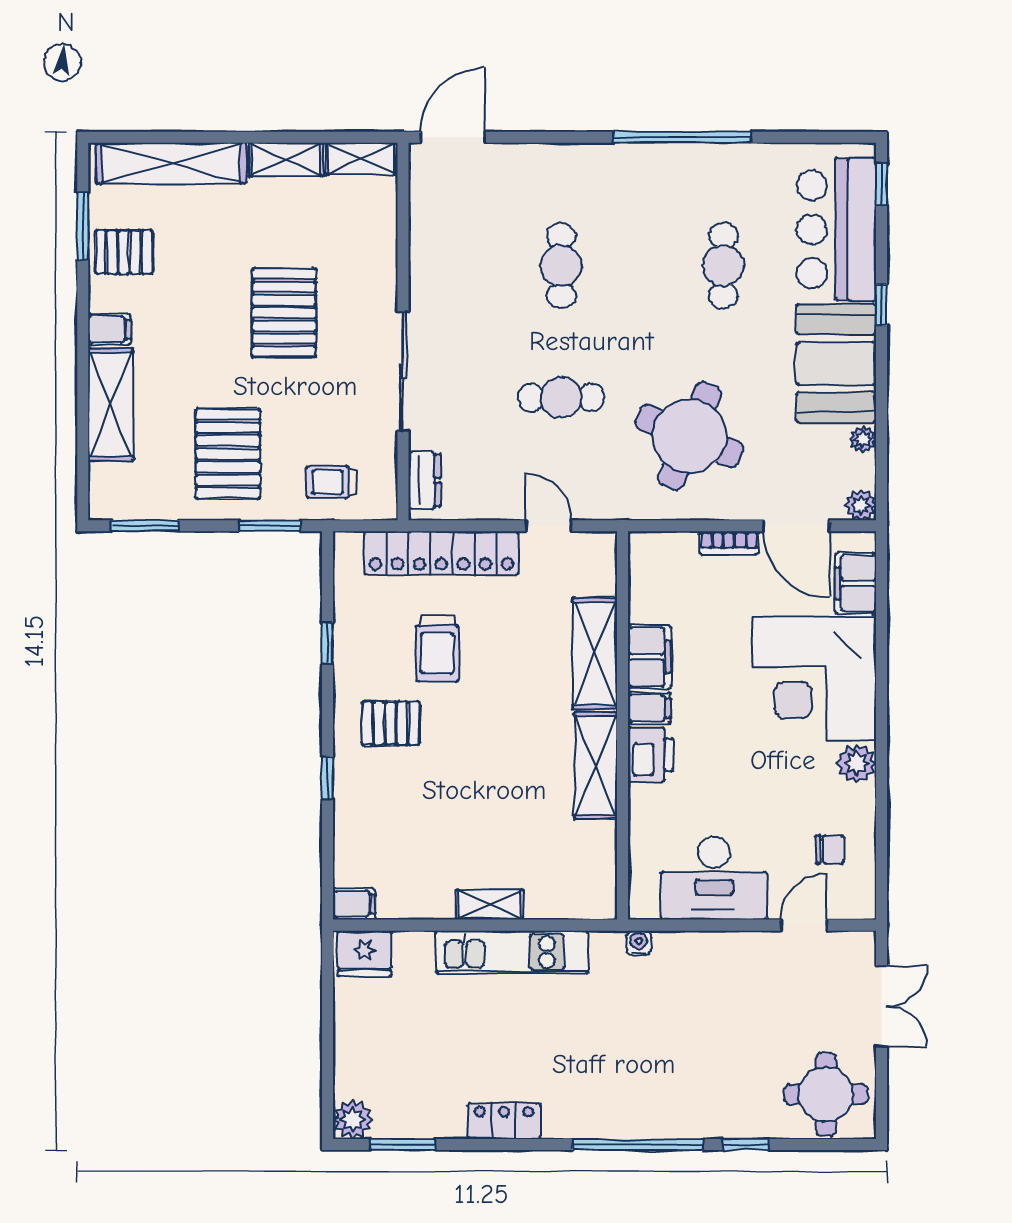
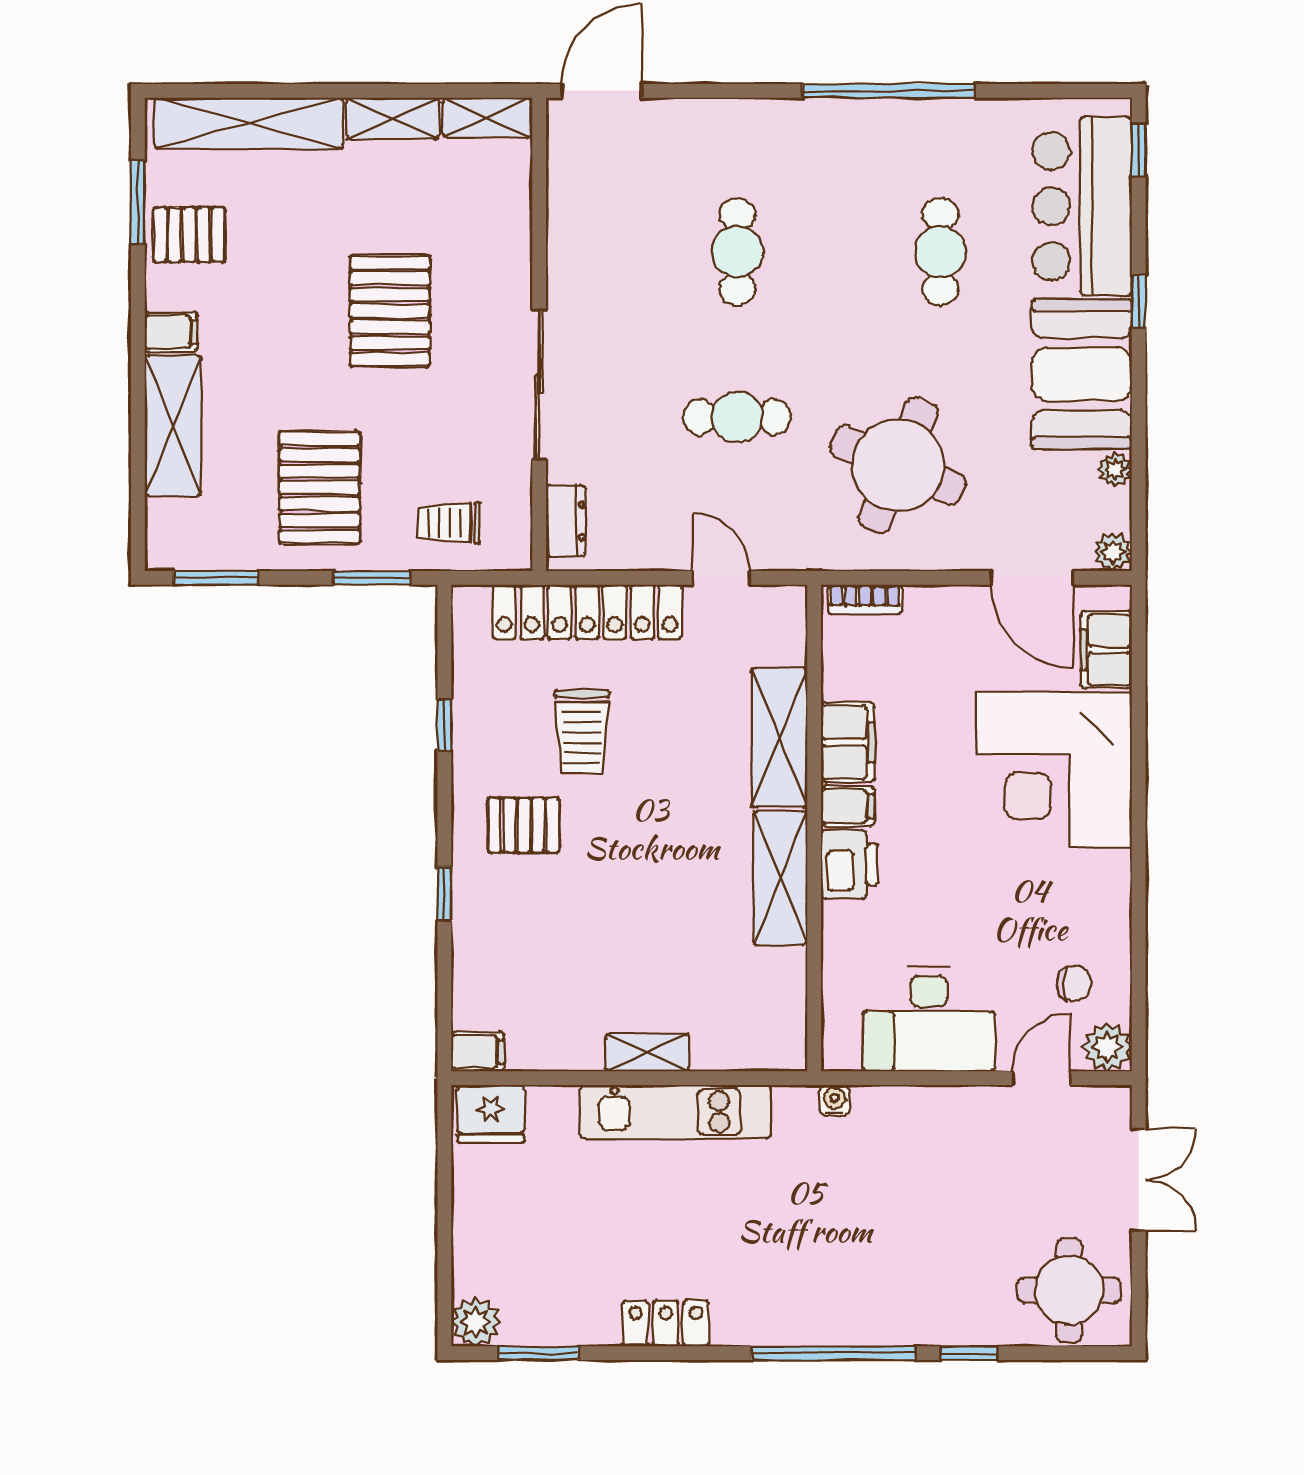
bookcase: (729, 543) -> (865, 599), moved
plant: (857, 763) -> (1107, 1047), moved

